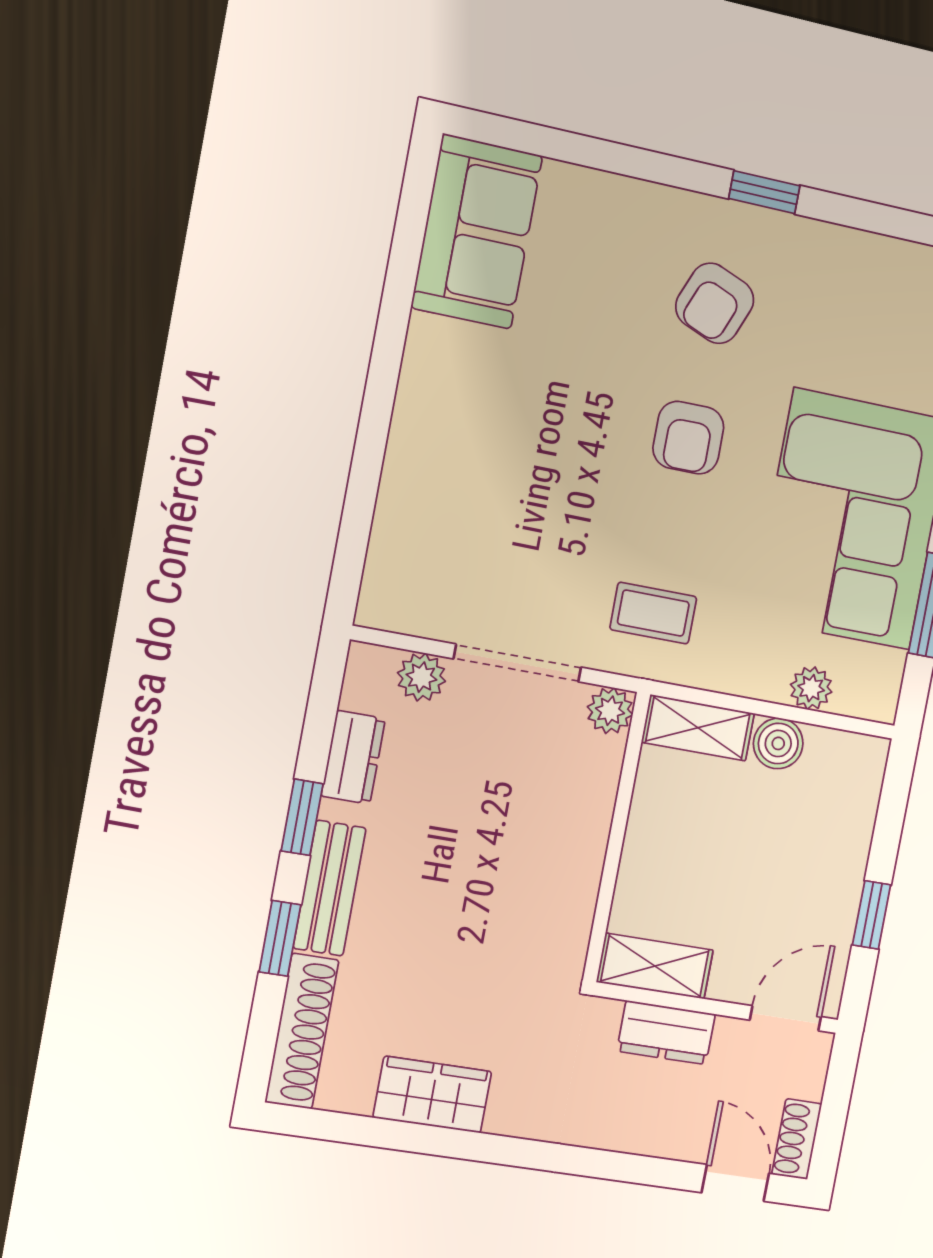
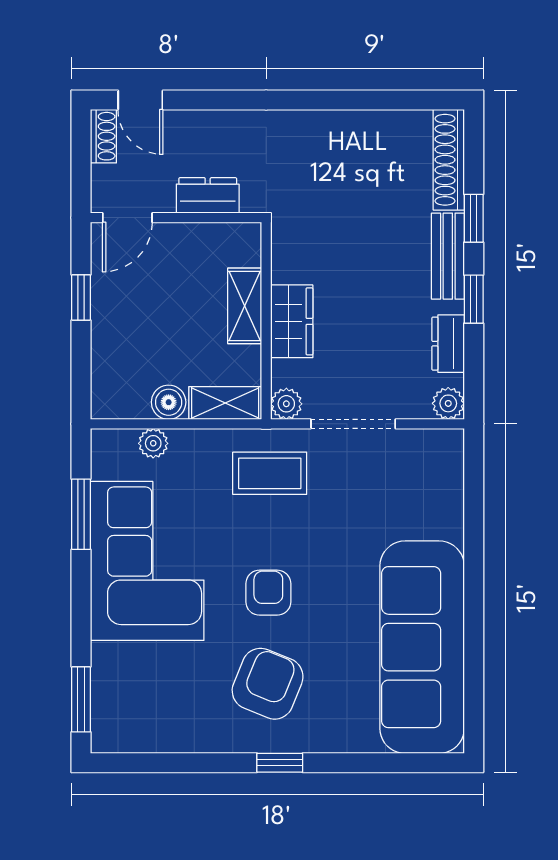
window: (764, 192) -> (280, 763), moved
sofa: (477, 232) -> (422, 647), width x1.85, depth x1.27
armchair: (715, 303) -> (268, 684), width x1.38, depth x1.38
coffee table: (653, 613) -> (270, 473), width x1.36, depth x1.30
plant: (421, 677) -> (448, 403), moved
shelving: (655, 966) -> (245, 306), moved, turned 90
wardrobe: (432, 1095) -> (292, 321), moved, turned -90

